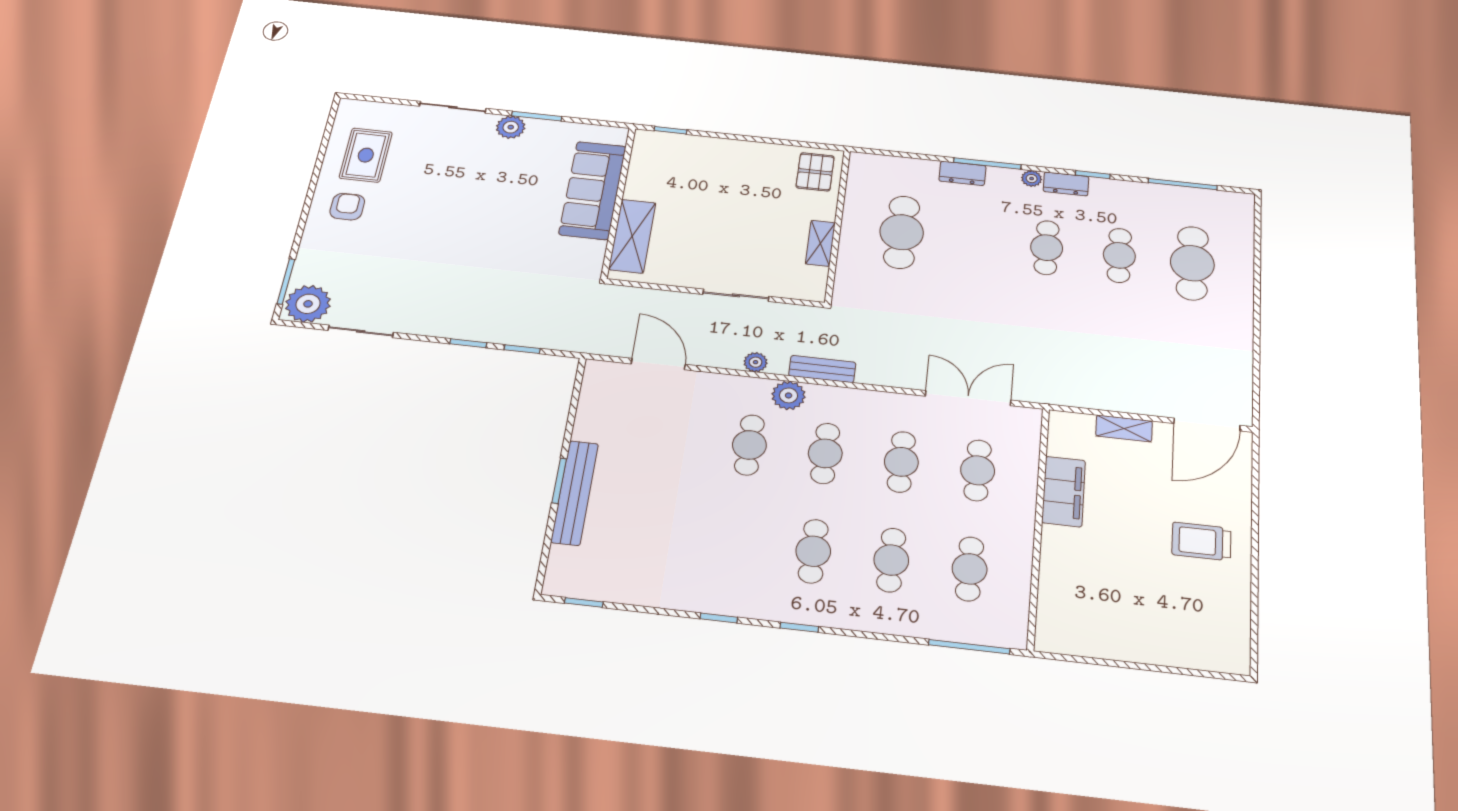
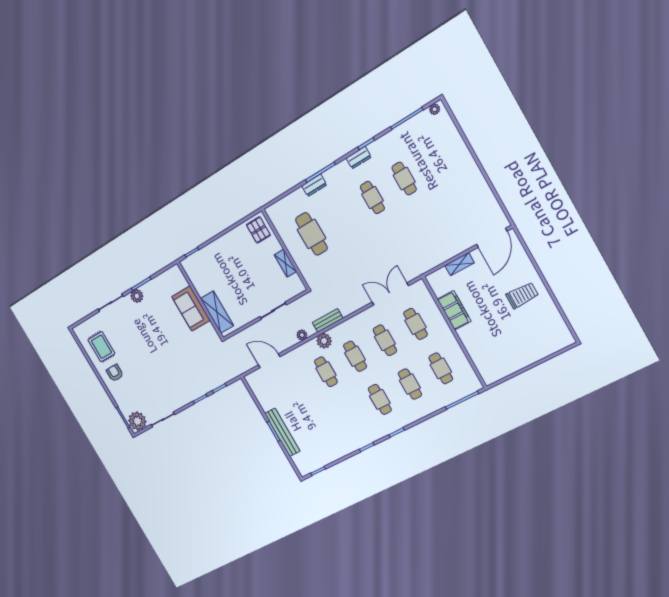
plant: (1032, 179) -> (435, 109), moved
sofa: (593, 190) -> (191, 308), width x0.73
cafe table: (1192, 263) -> (437, 159), removed
trolley: (1201, 541) -> (522, 295), turned 180

